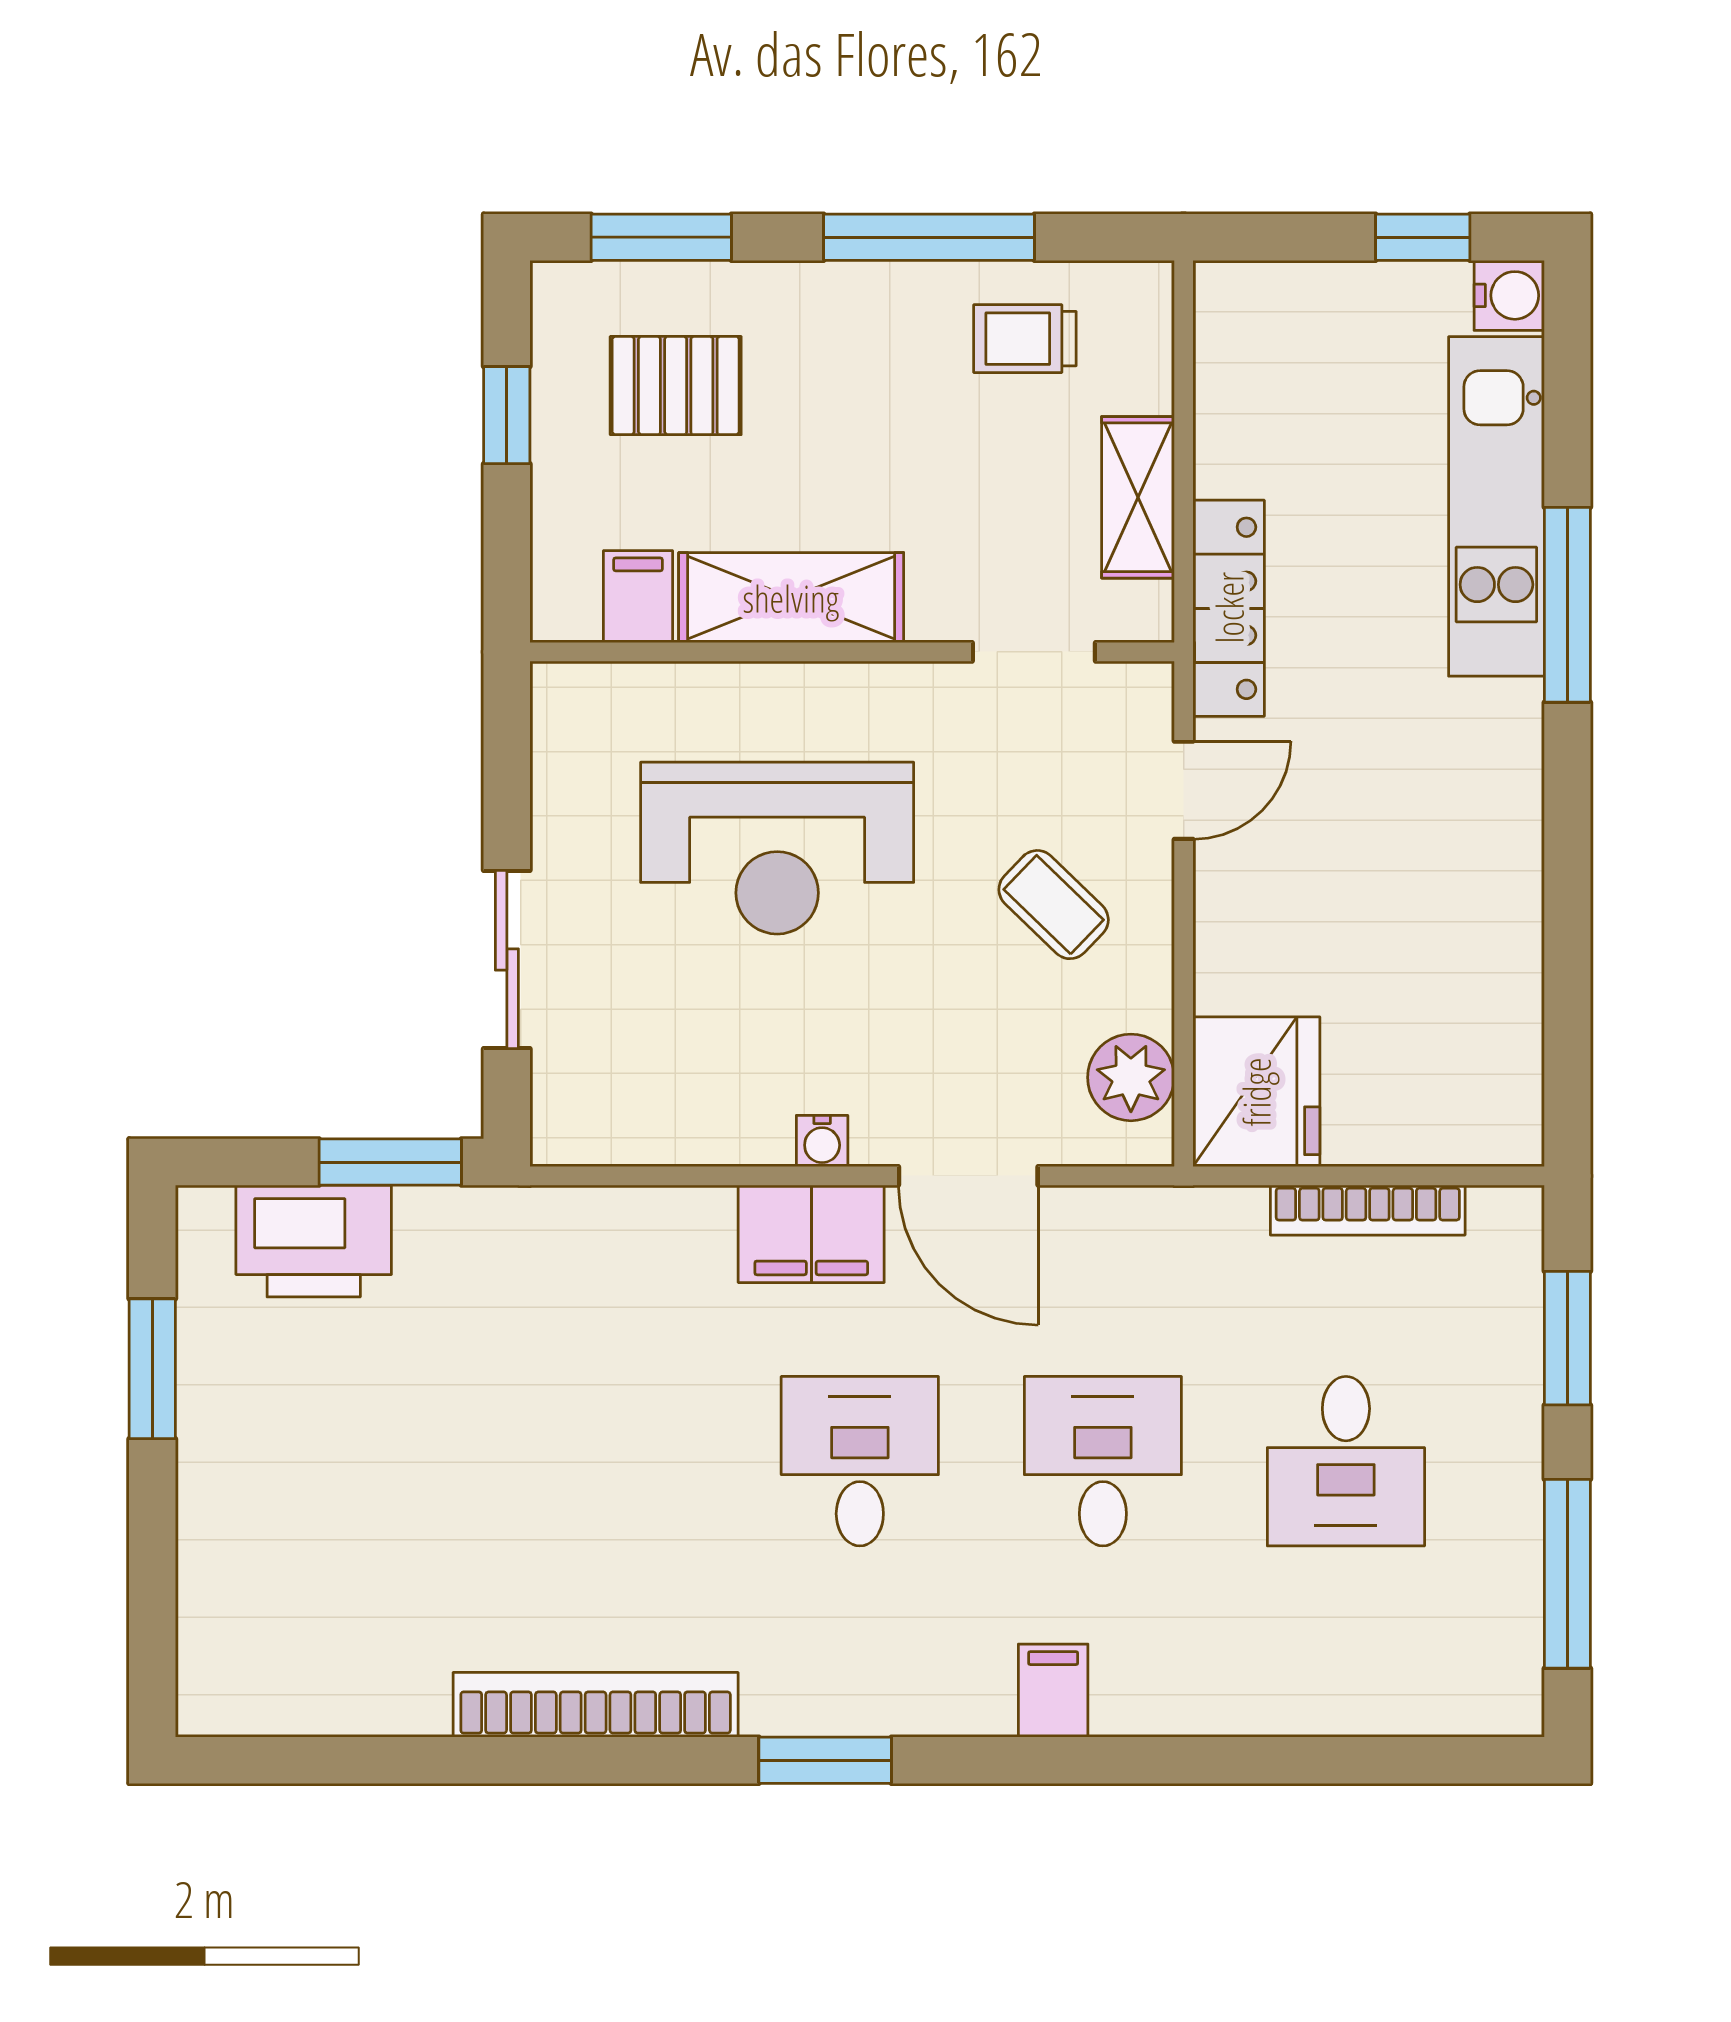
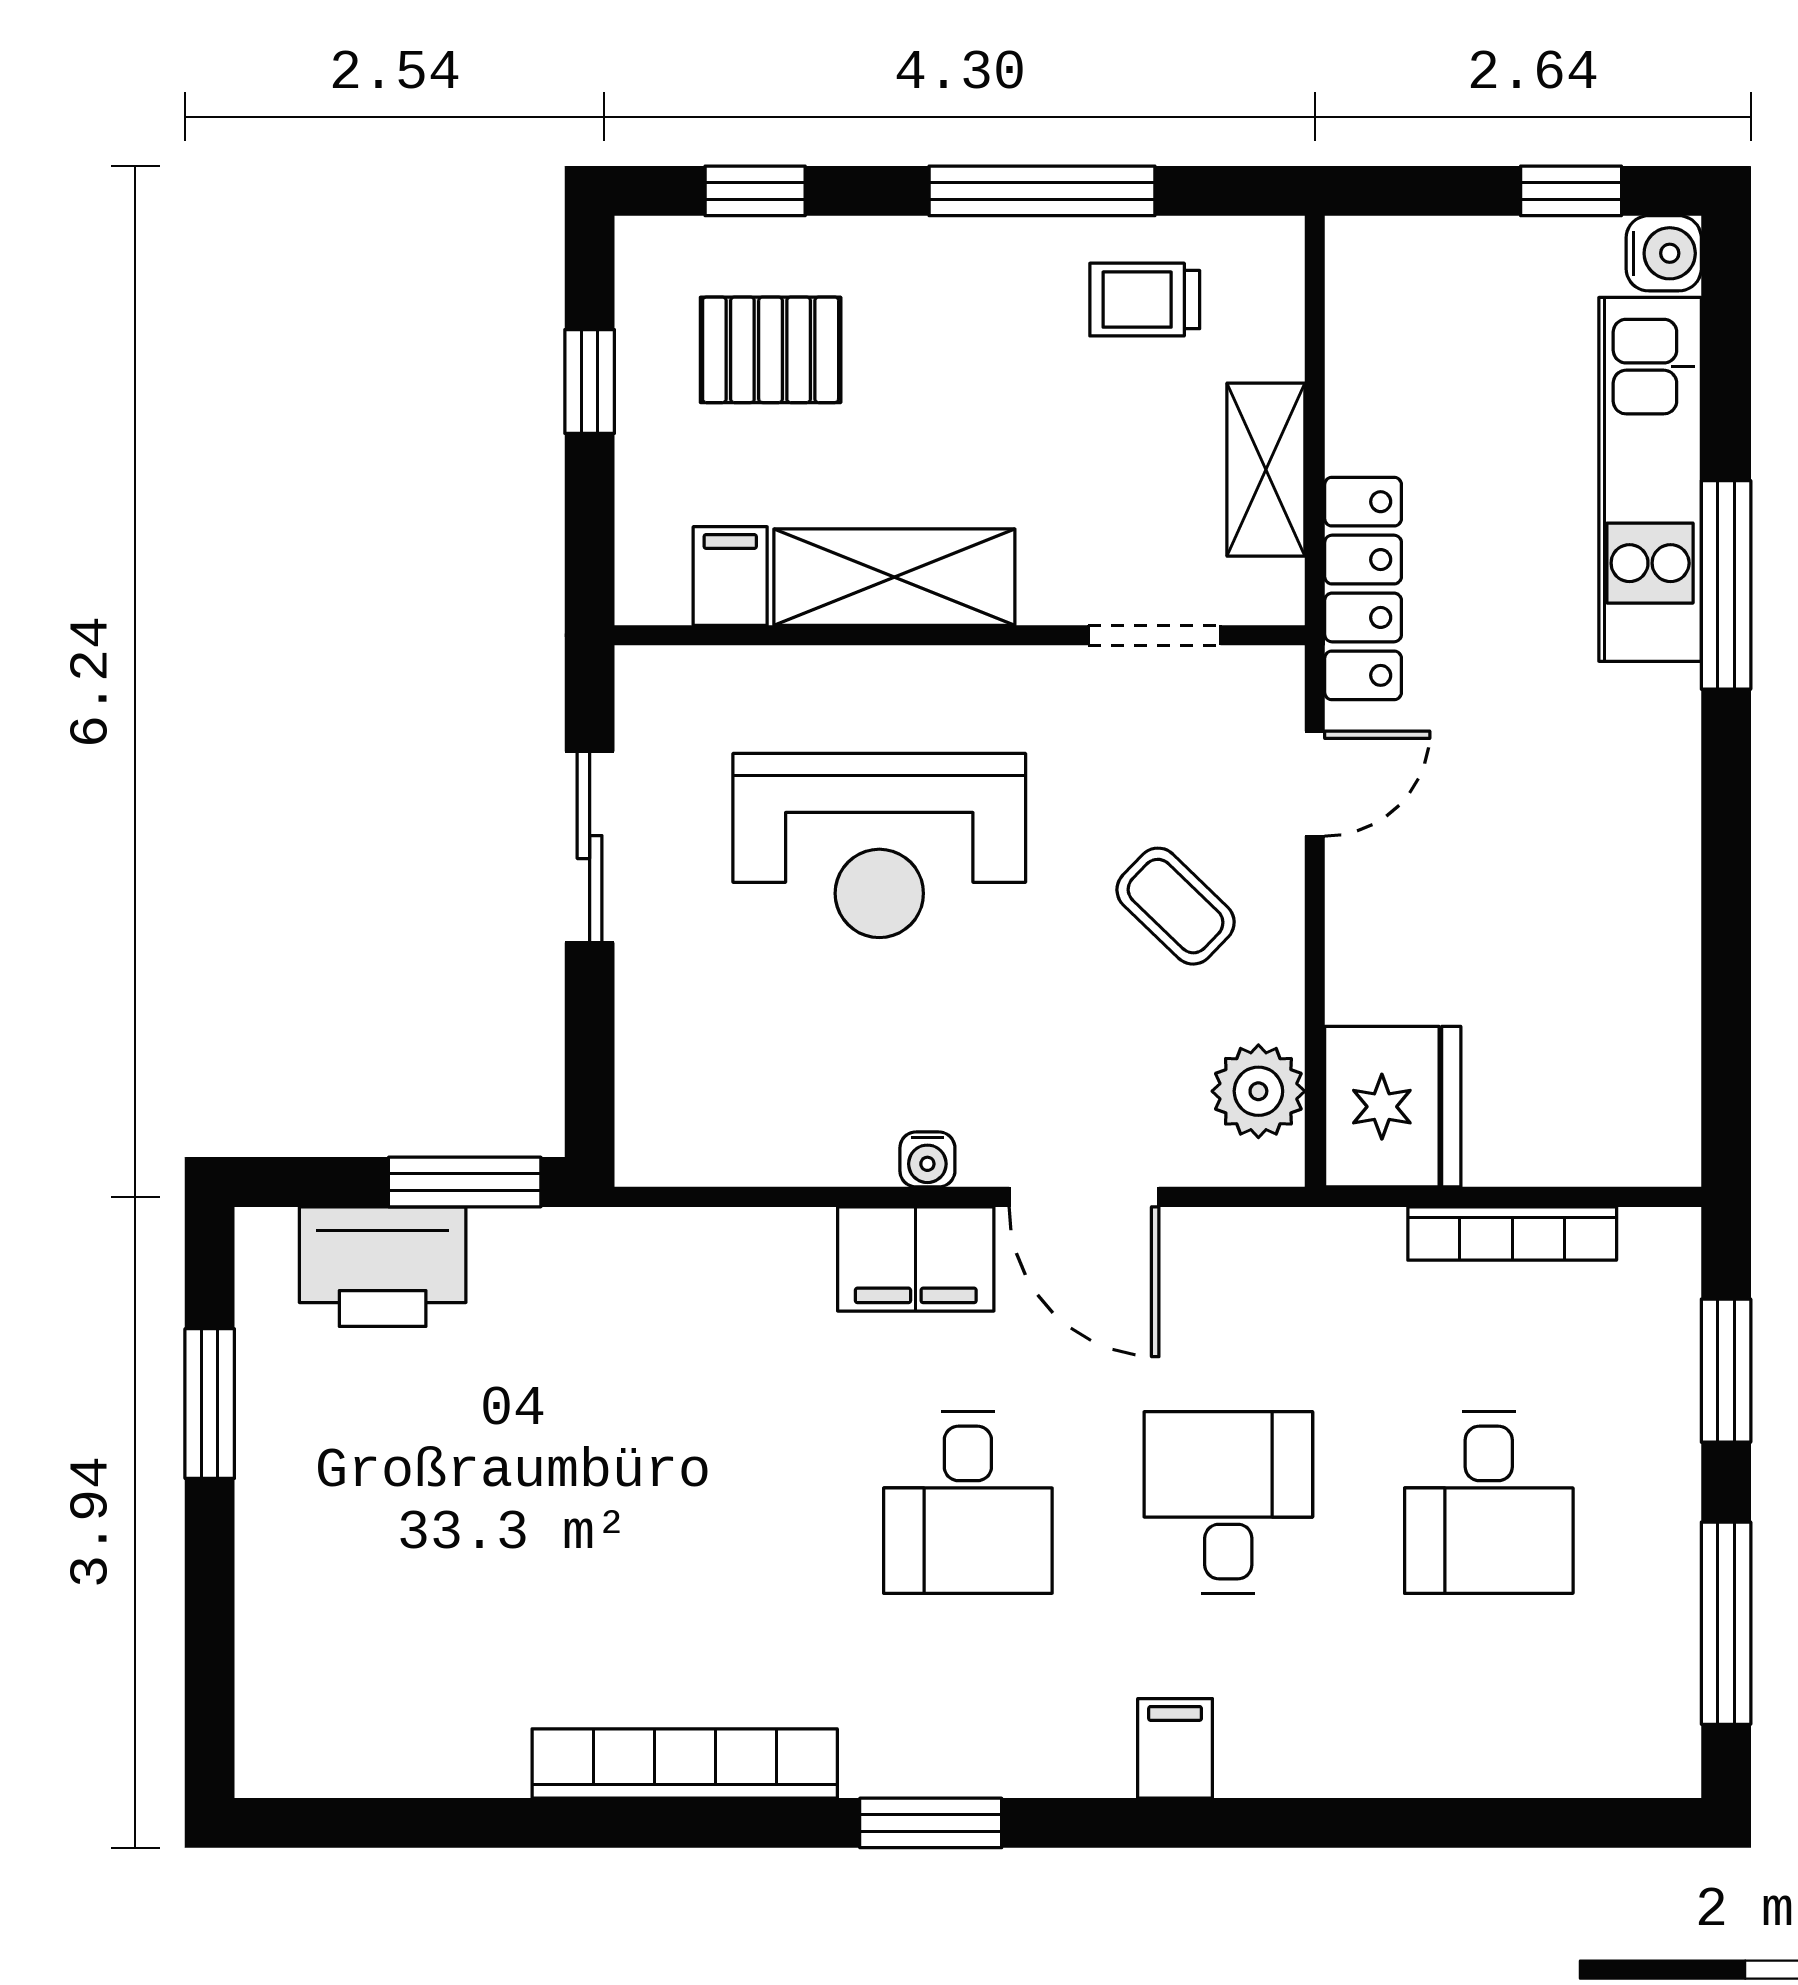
window: (661, 237) -> (755, 191), width x0.67
sliding door: (507, 959) -> (590, 847), moved
desk: (860, 1461) -> (968, 1502), turned 180

